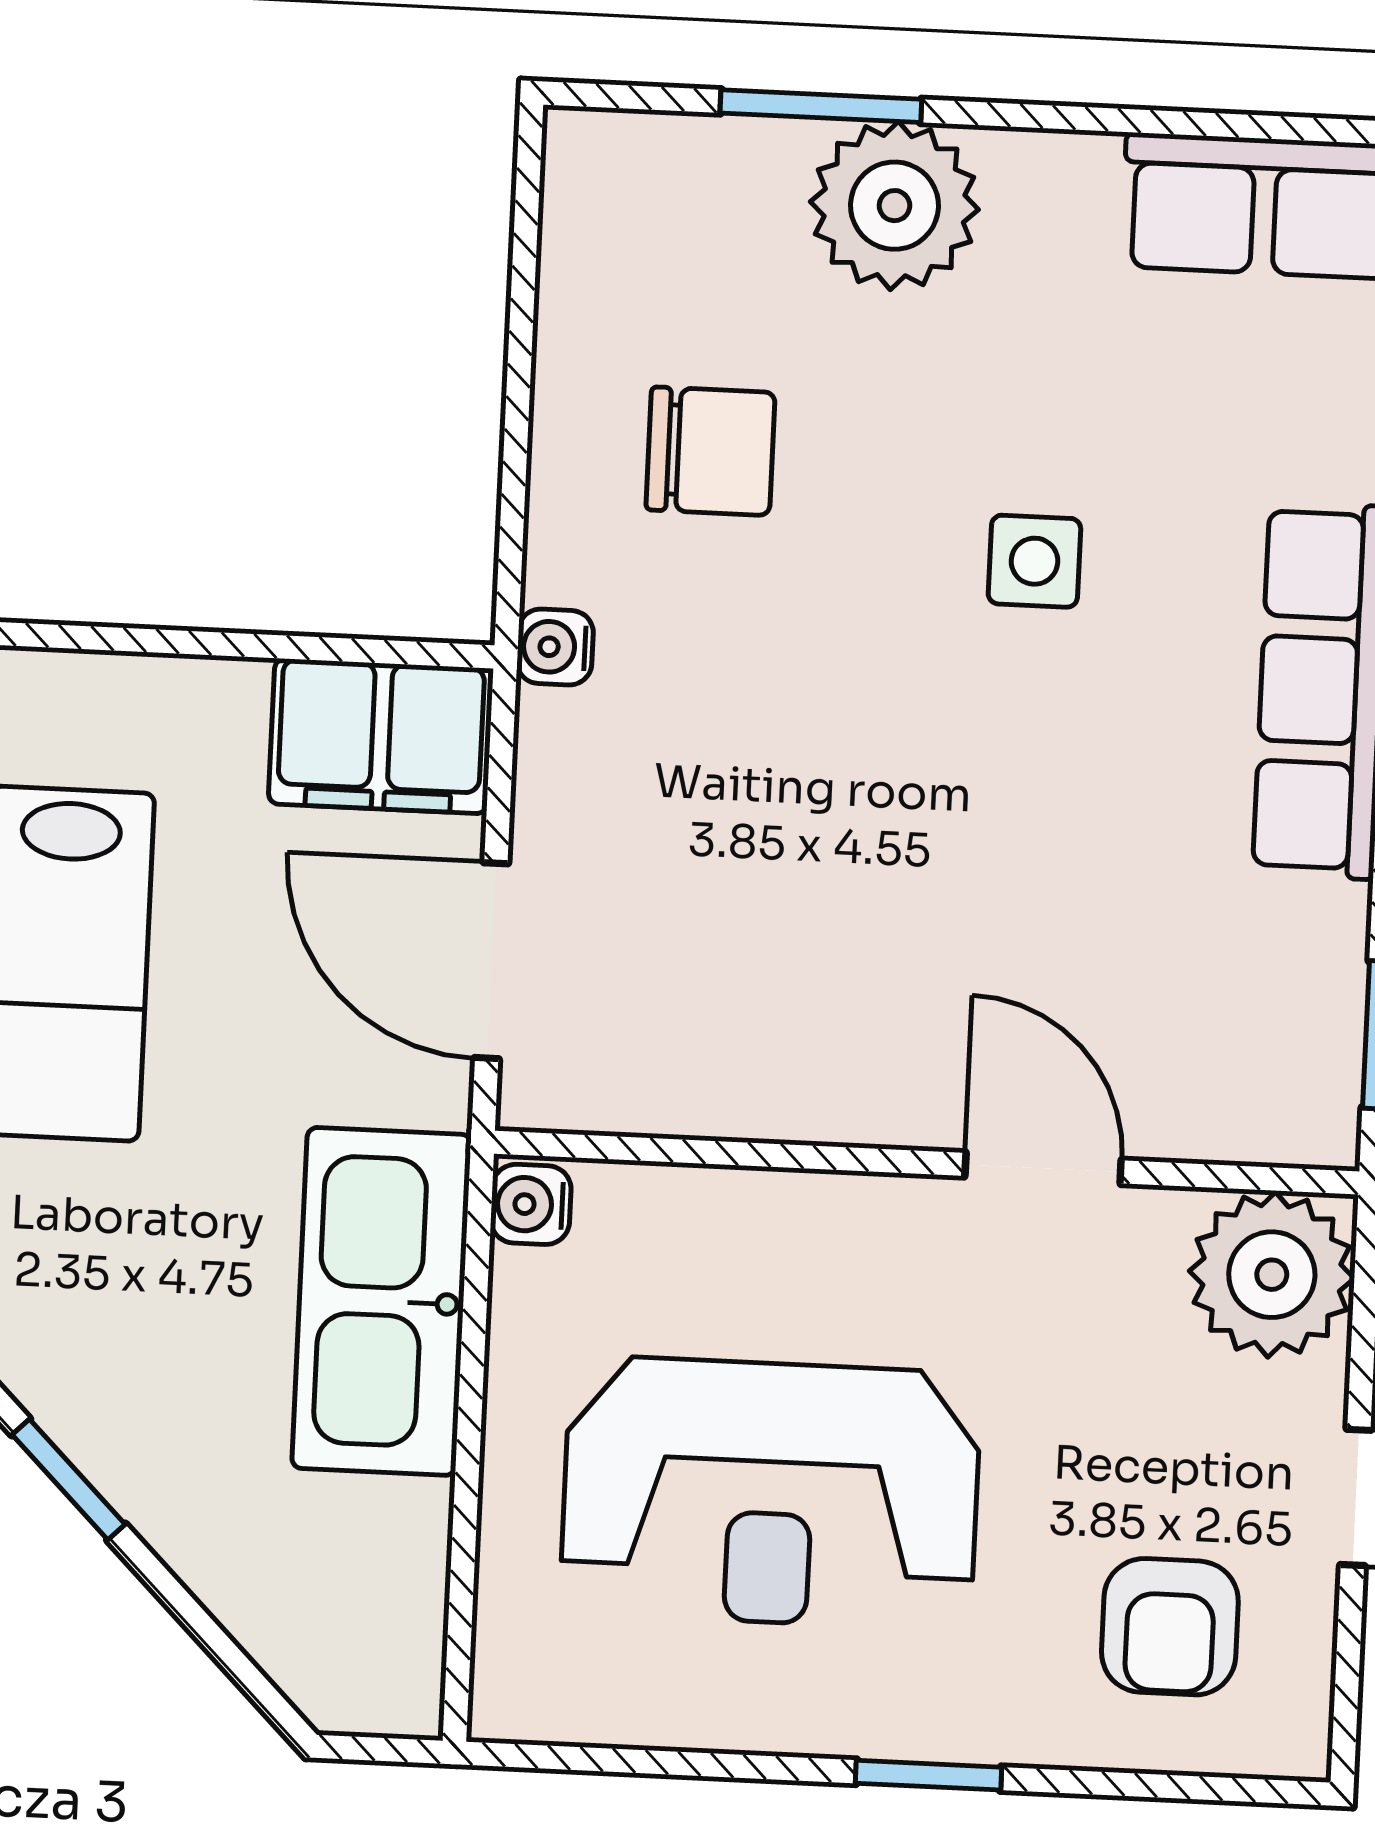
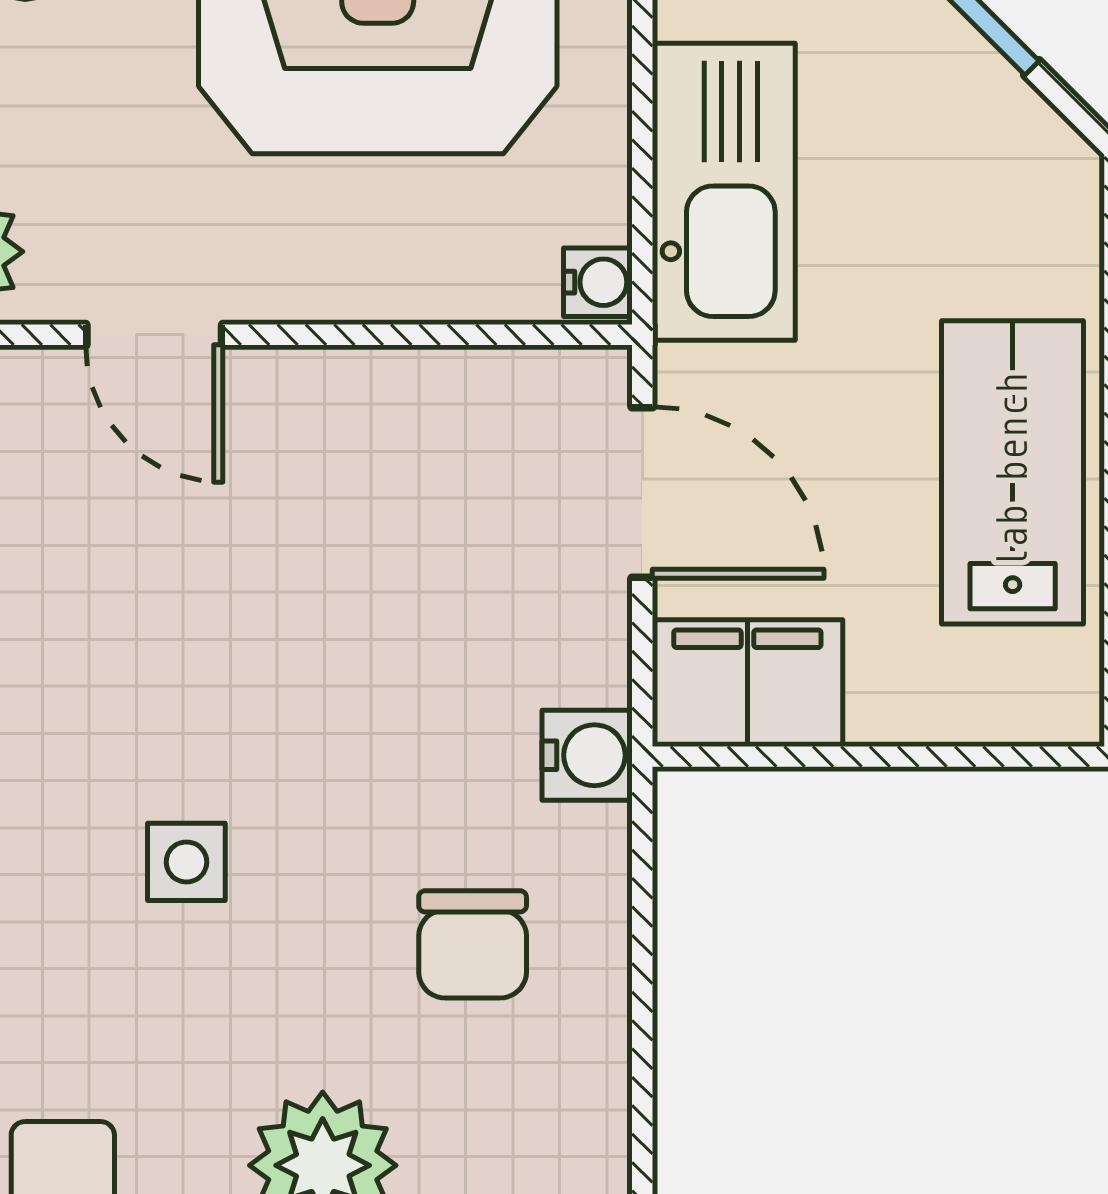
chair: (711, 451) -> (473, 944), turned -90
water cooler: (555, 647) -> (587, 755), width x1.38, depth x1.38

